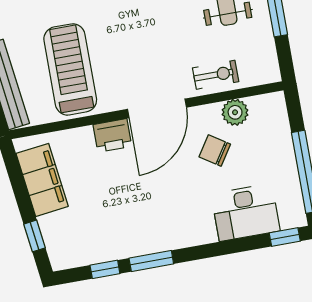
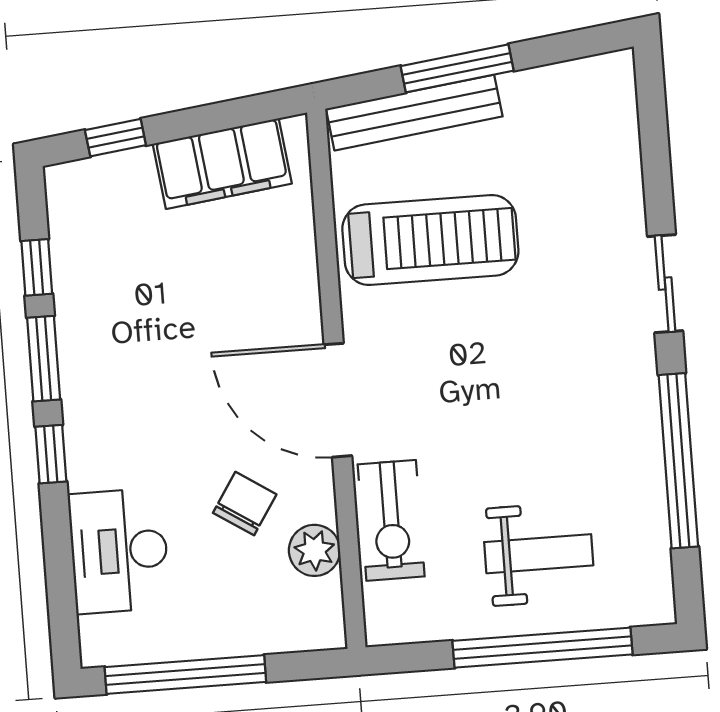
exercise bike: (216, 75) -> (391, 520), width x1.38, depth x1.39
printer: (112, 135) -> (294, 308), removed
window: (285, 237) -> (51, 454), moved

